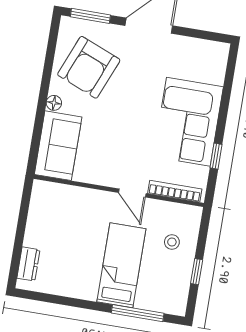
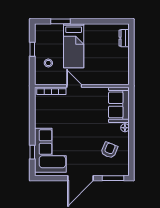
armchair: (89, 67) -> (109, 150), width x0.53, depth x0.53
corner sofa: (188, 122) -> (50, 150), moved
window: (216, 156) -> (32, 152), moved
window: (138, 313) -> (60, 21), width x0.69

